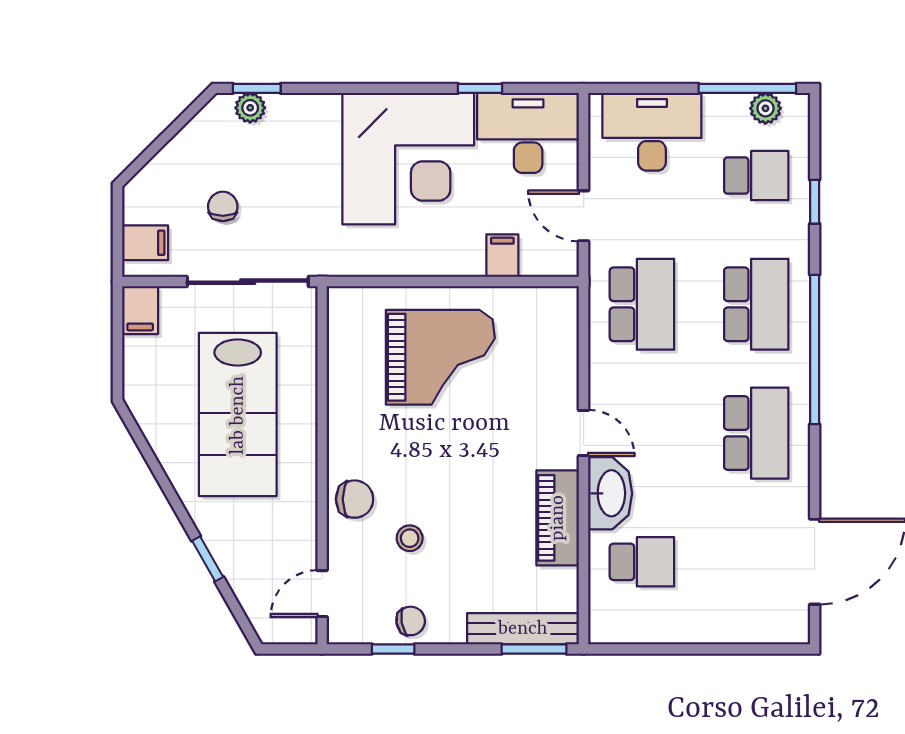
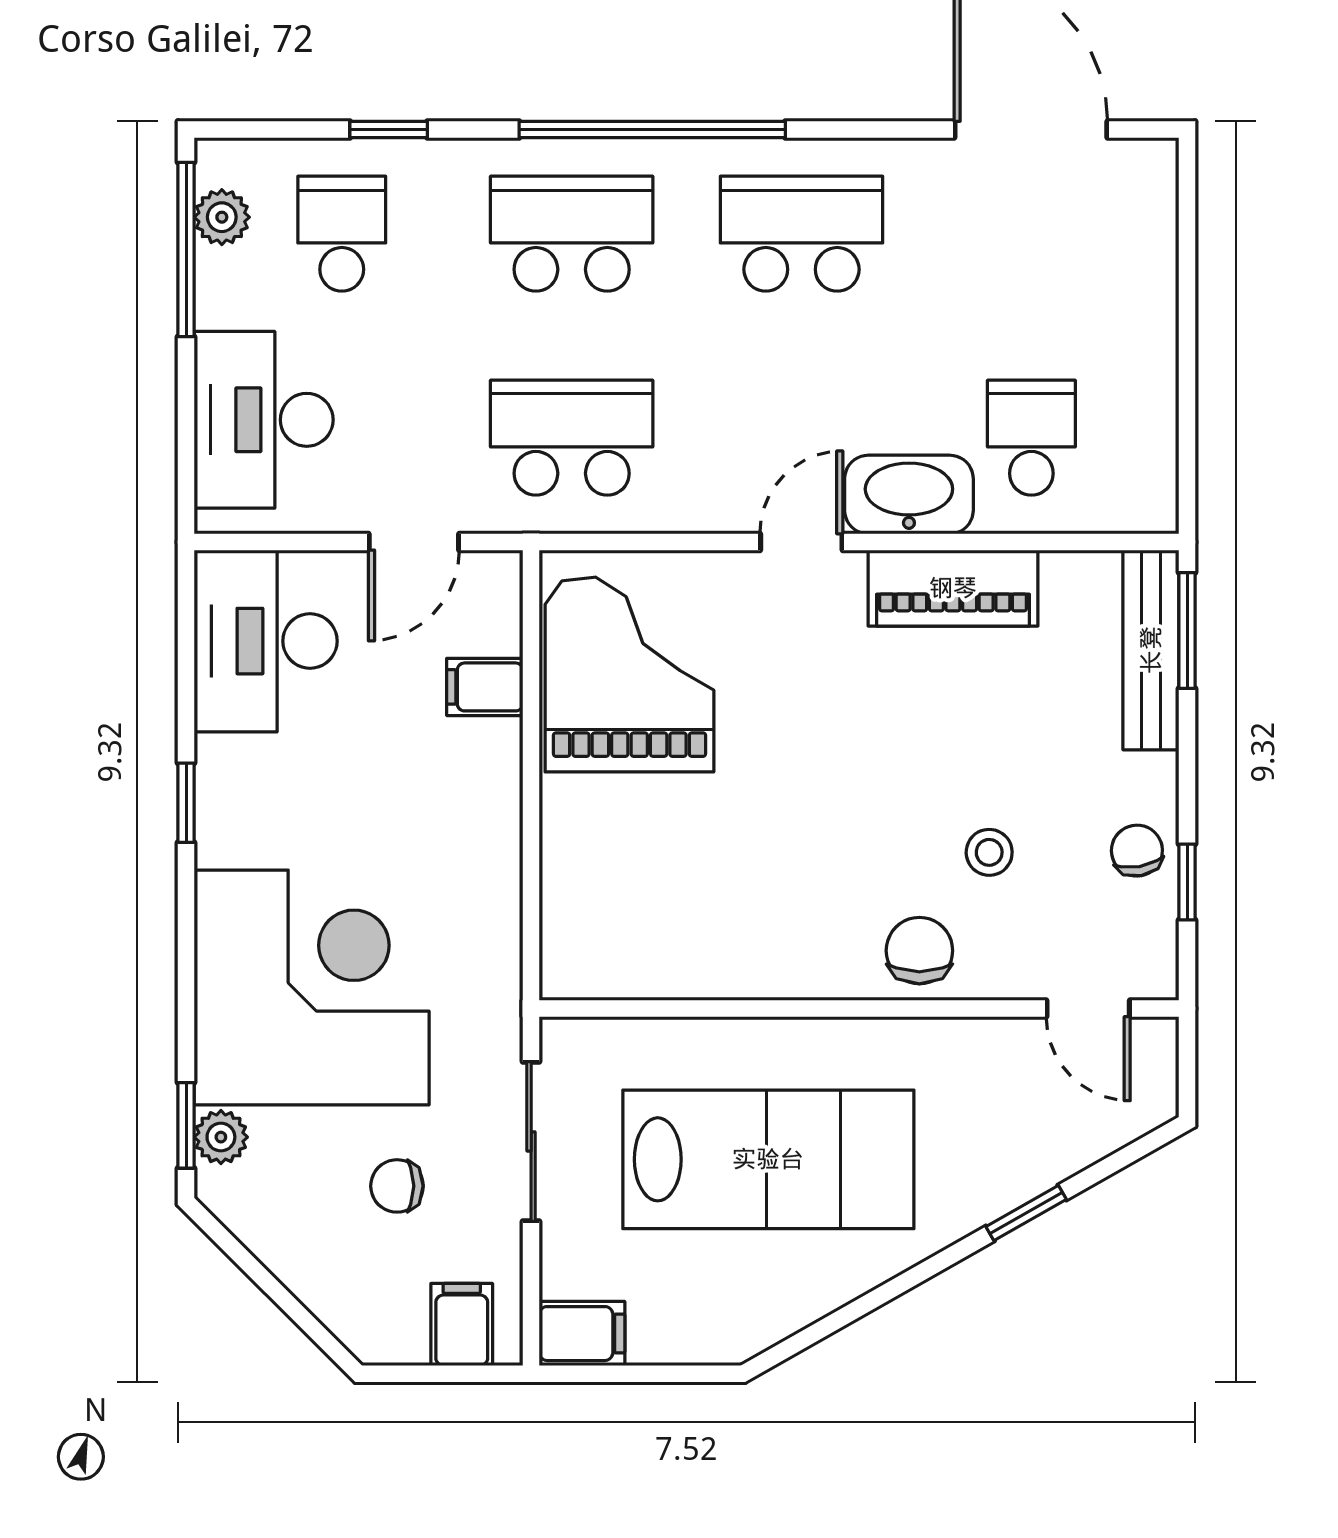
window: (480, 88) -> (186, 803), moved
corner desk: (408, 159) -> (312, 988), moved
sliding door: (248, 282) -> (531, 1141), width x0.73
grand piano: (440, 357) -> (629, 674), moved

